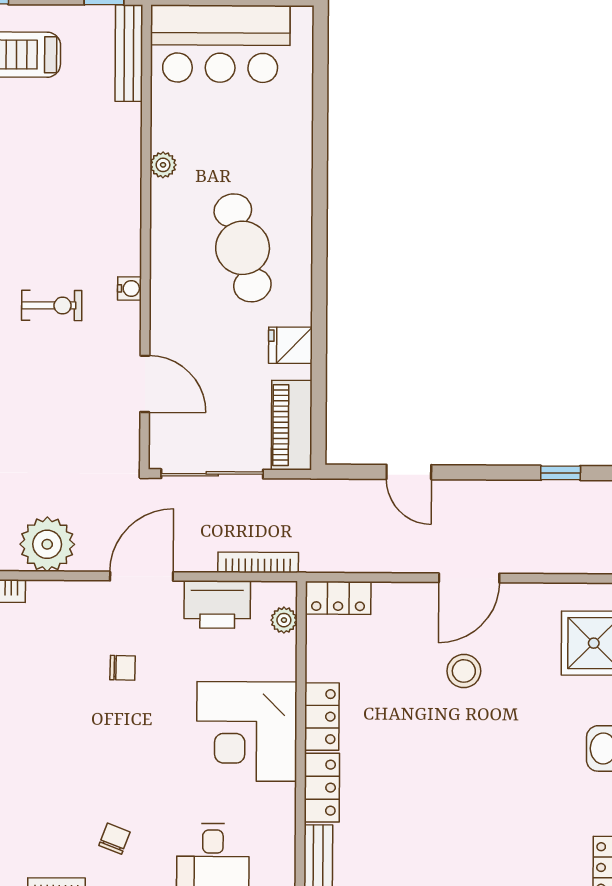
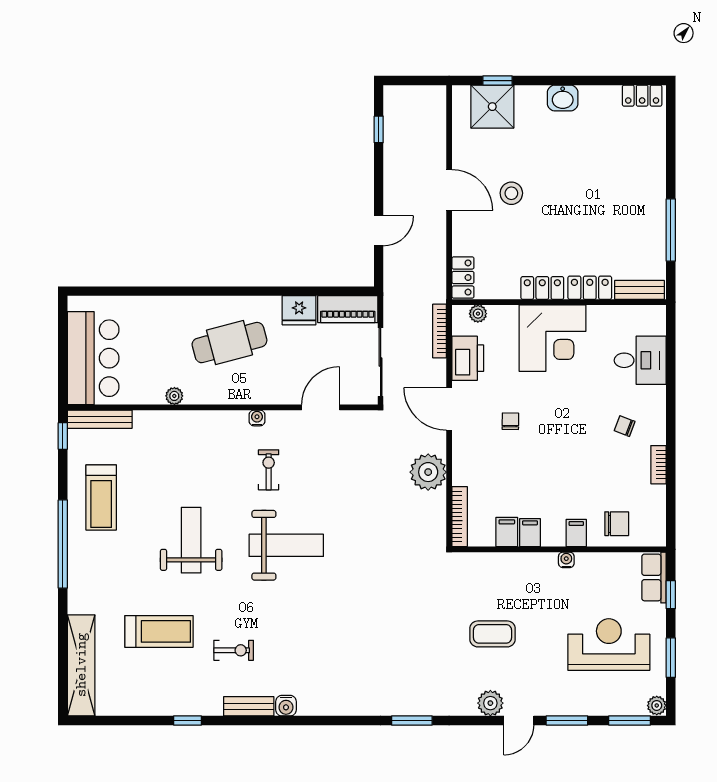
fridge: (290, 345) -> (299, 310), width x1.38

